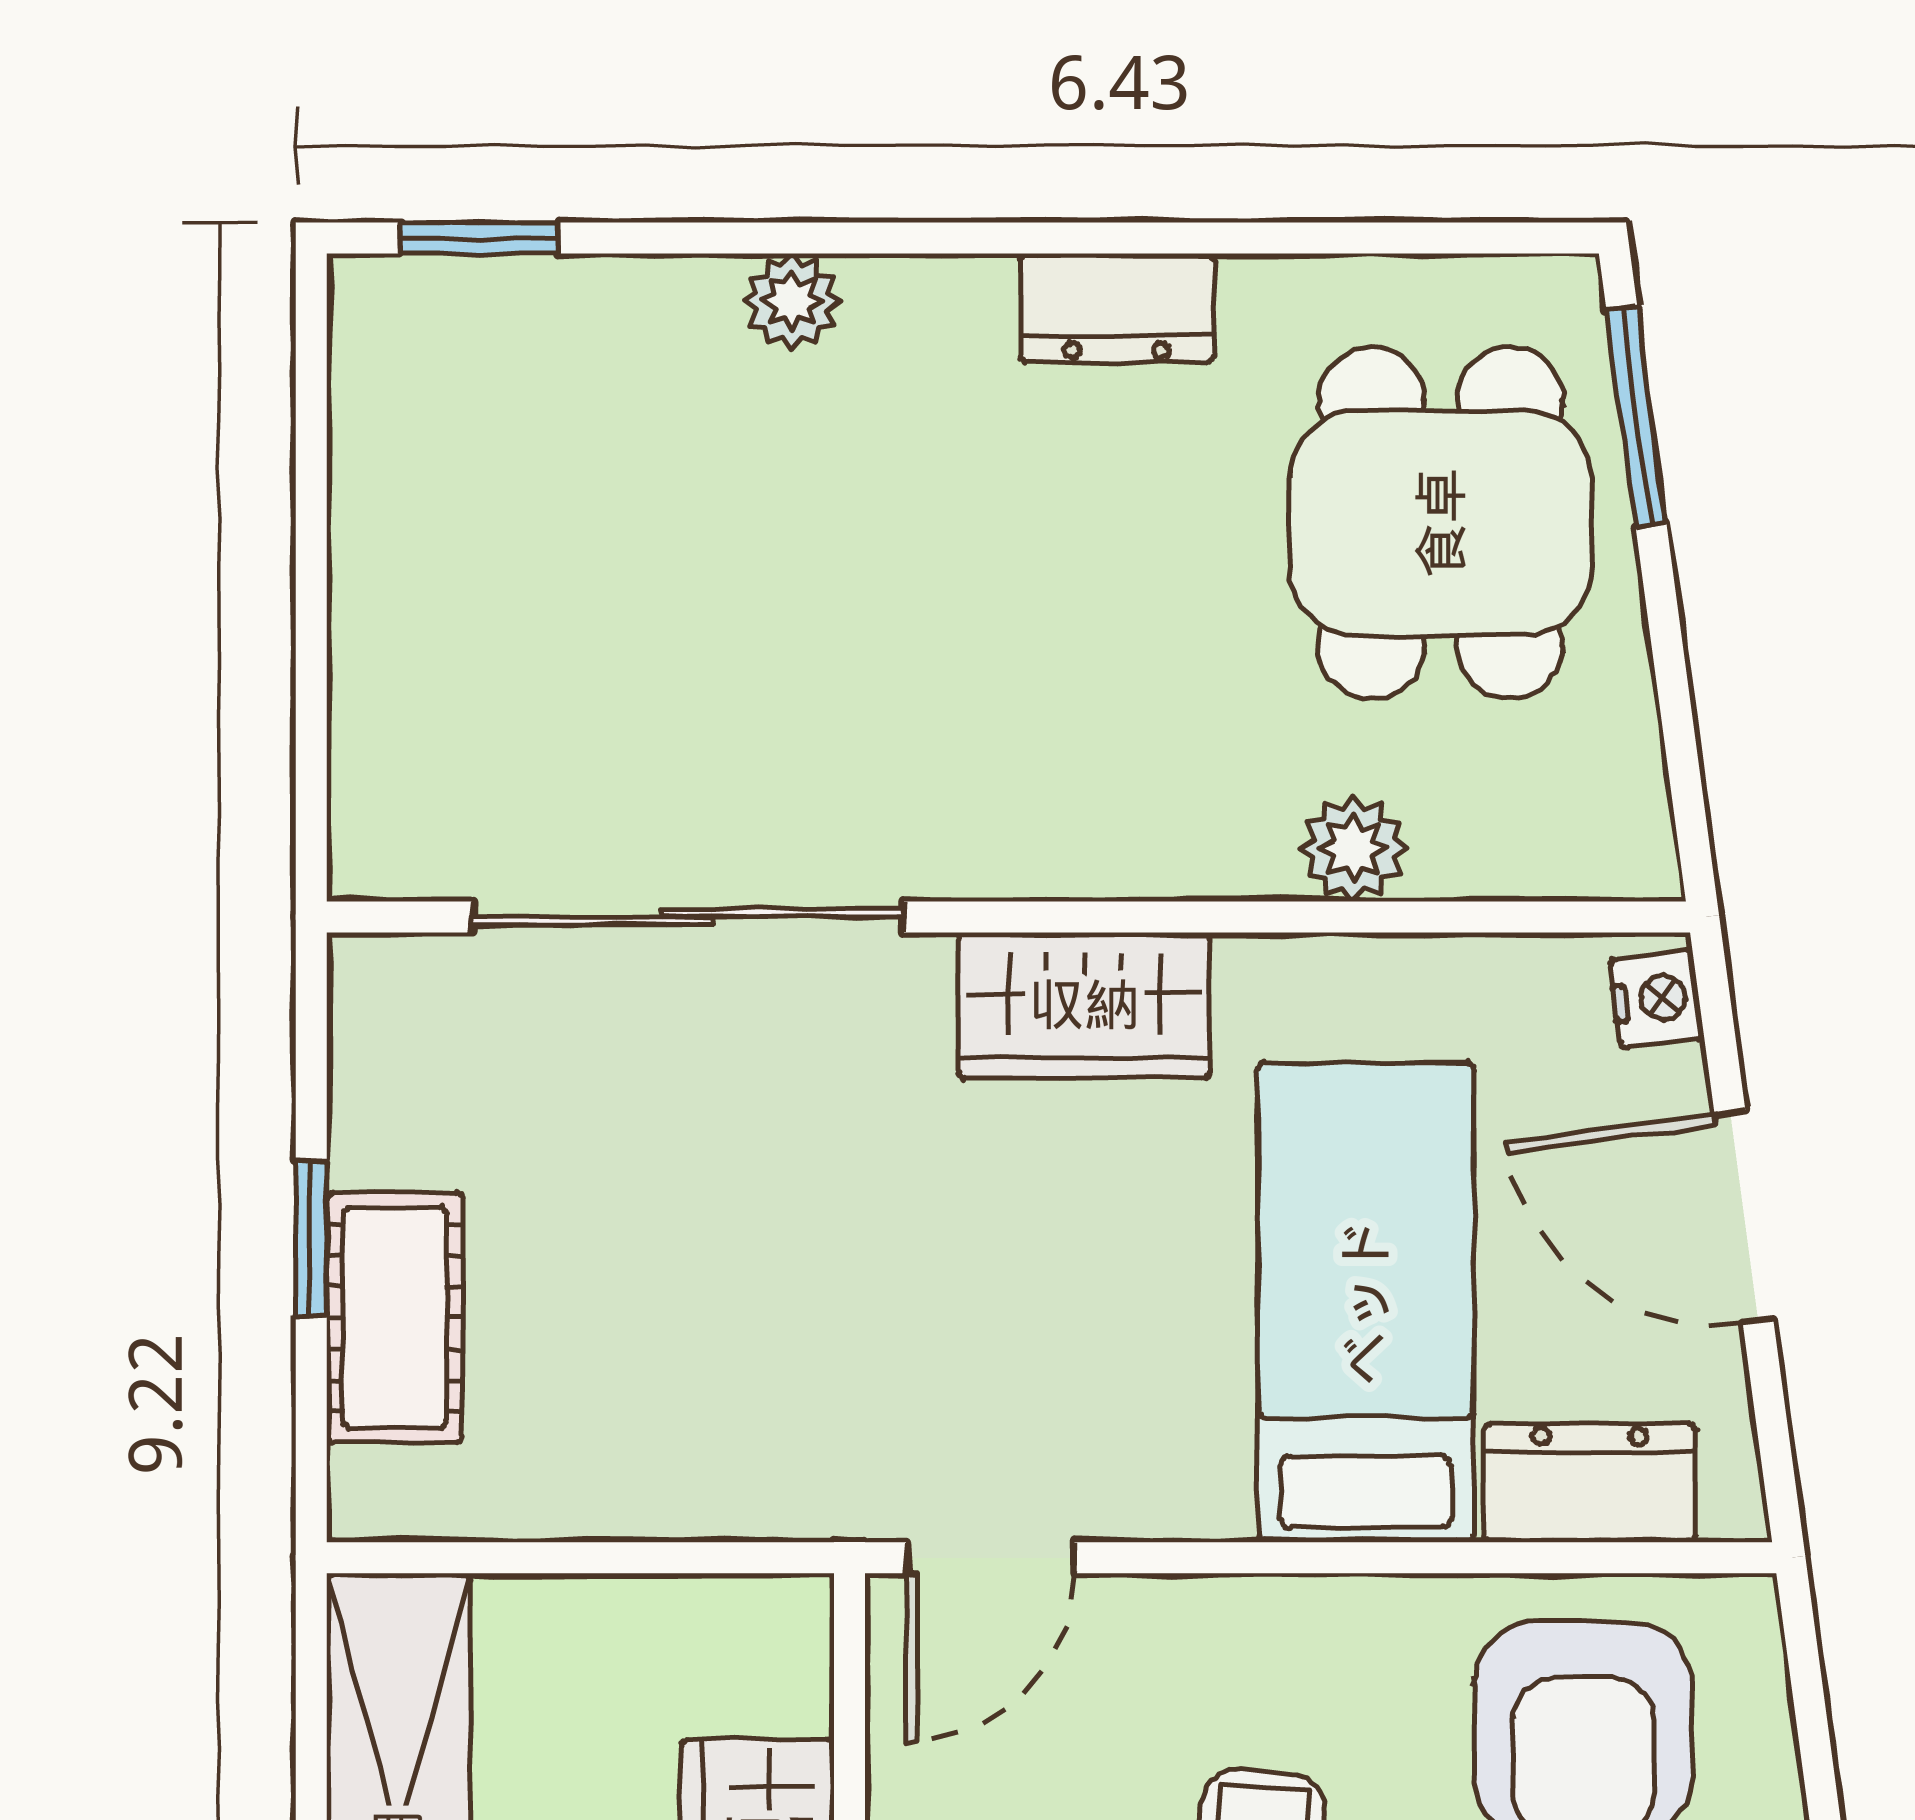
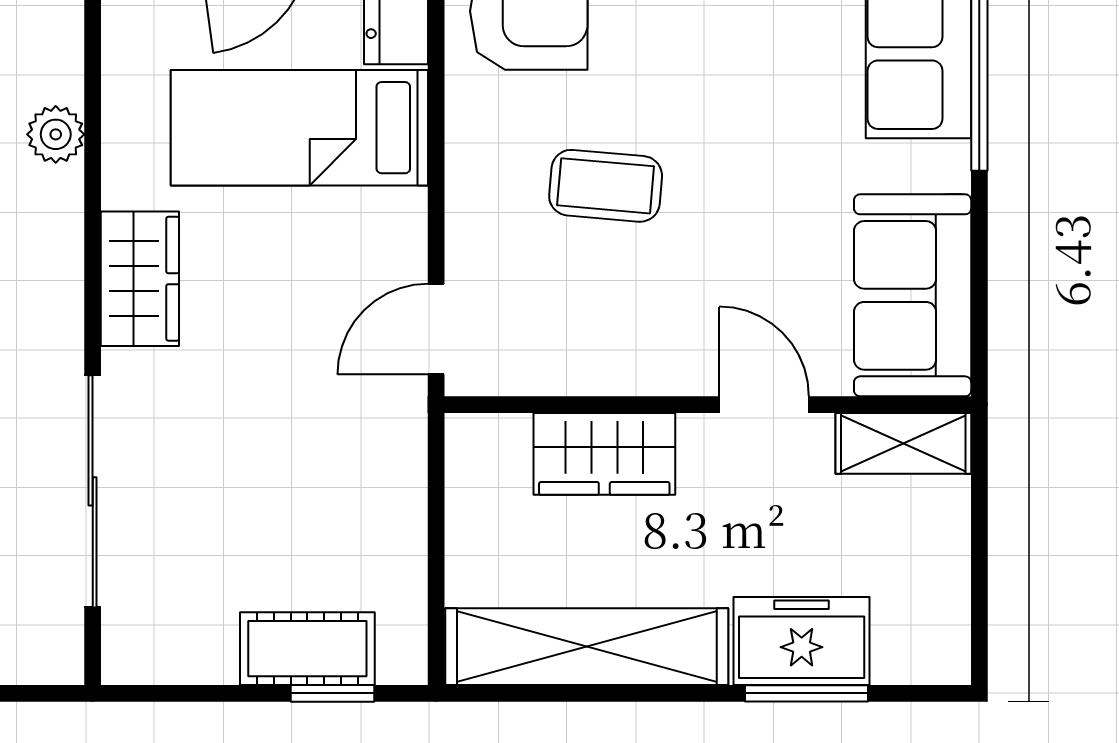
window: (311, 1239) -> (332, 693), moved
door: (990, 1558) -> (436, 329), swing flipped

